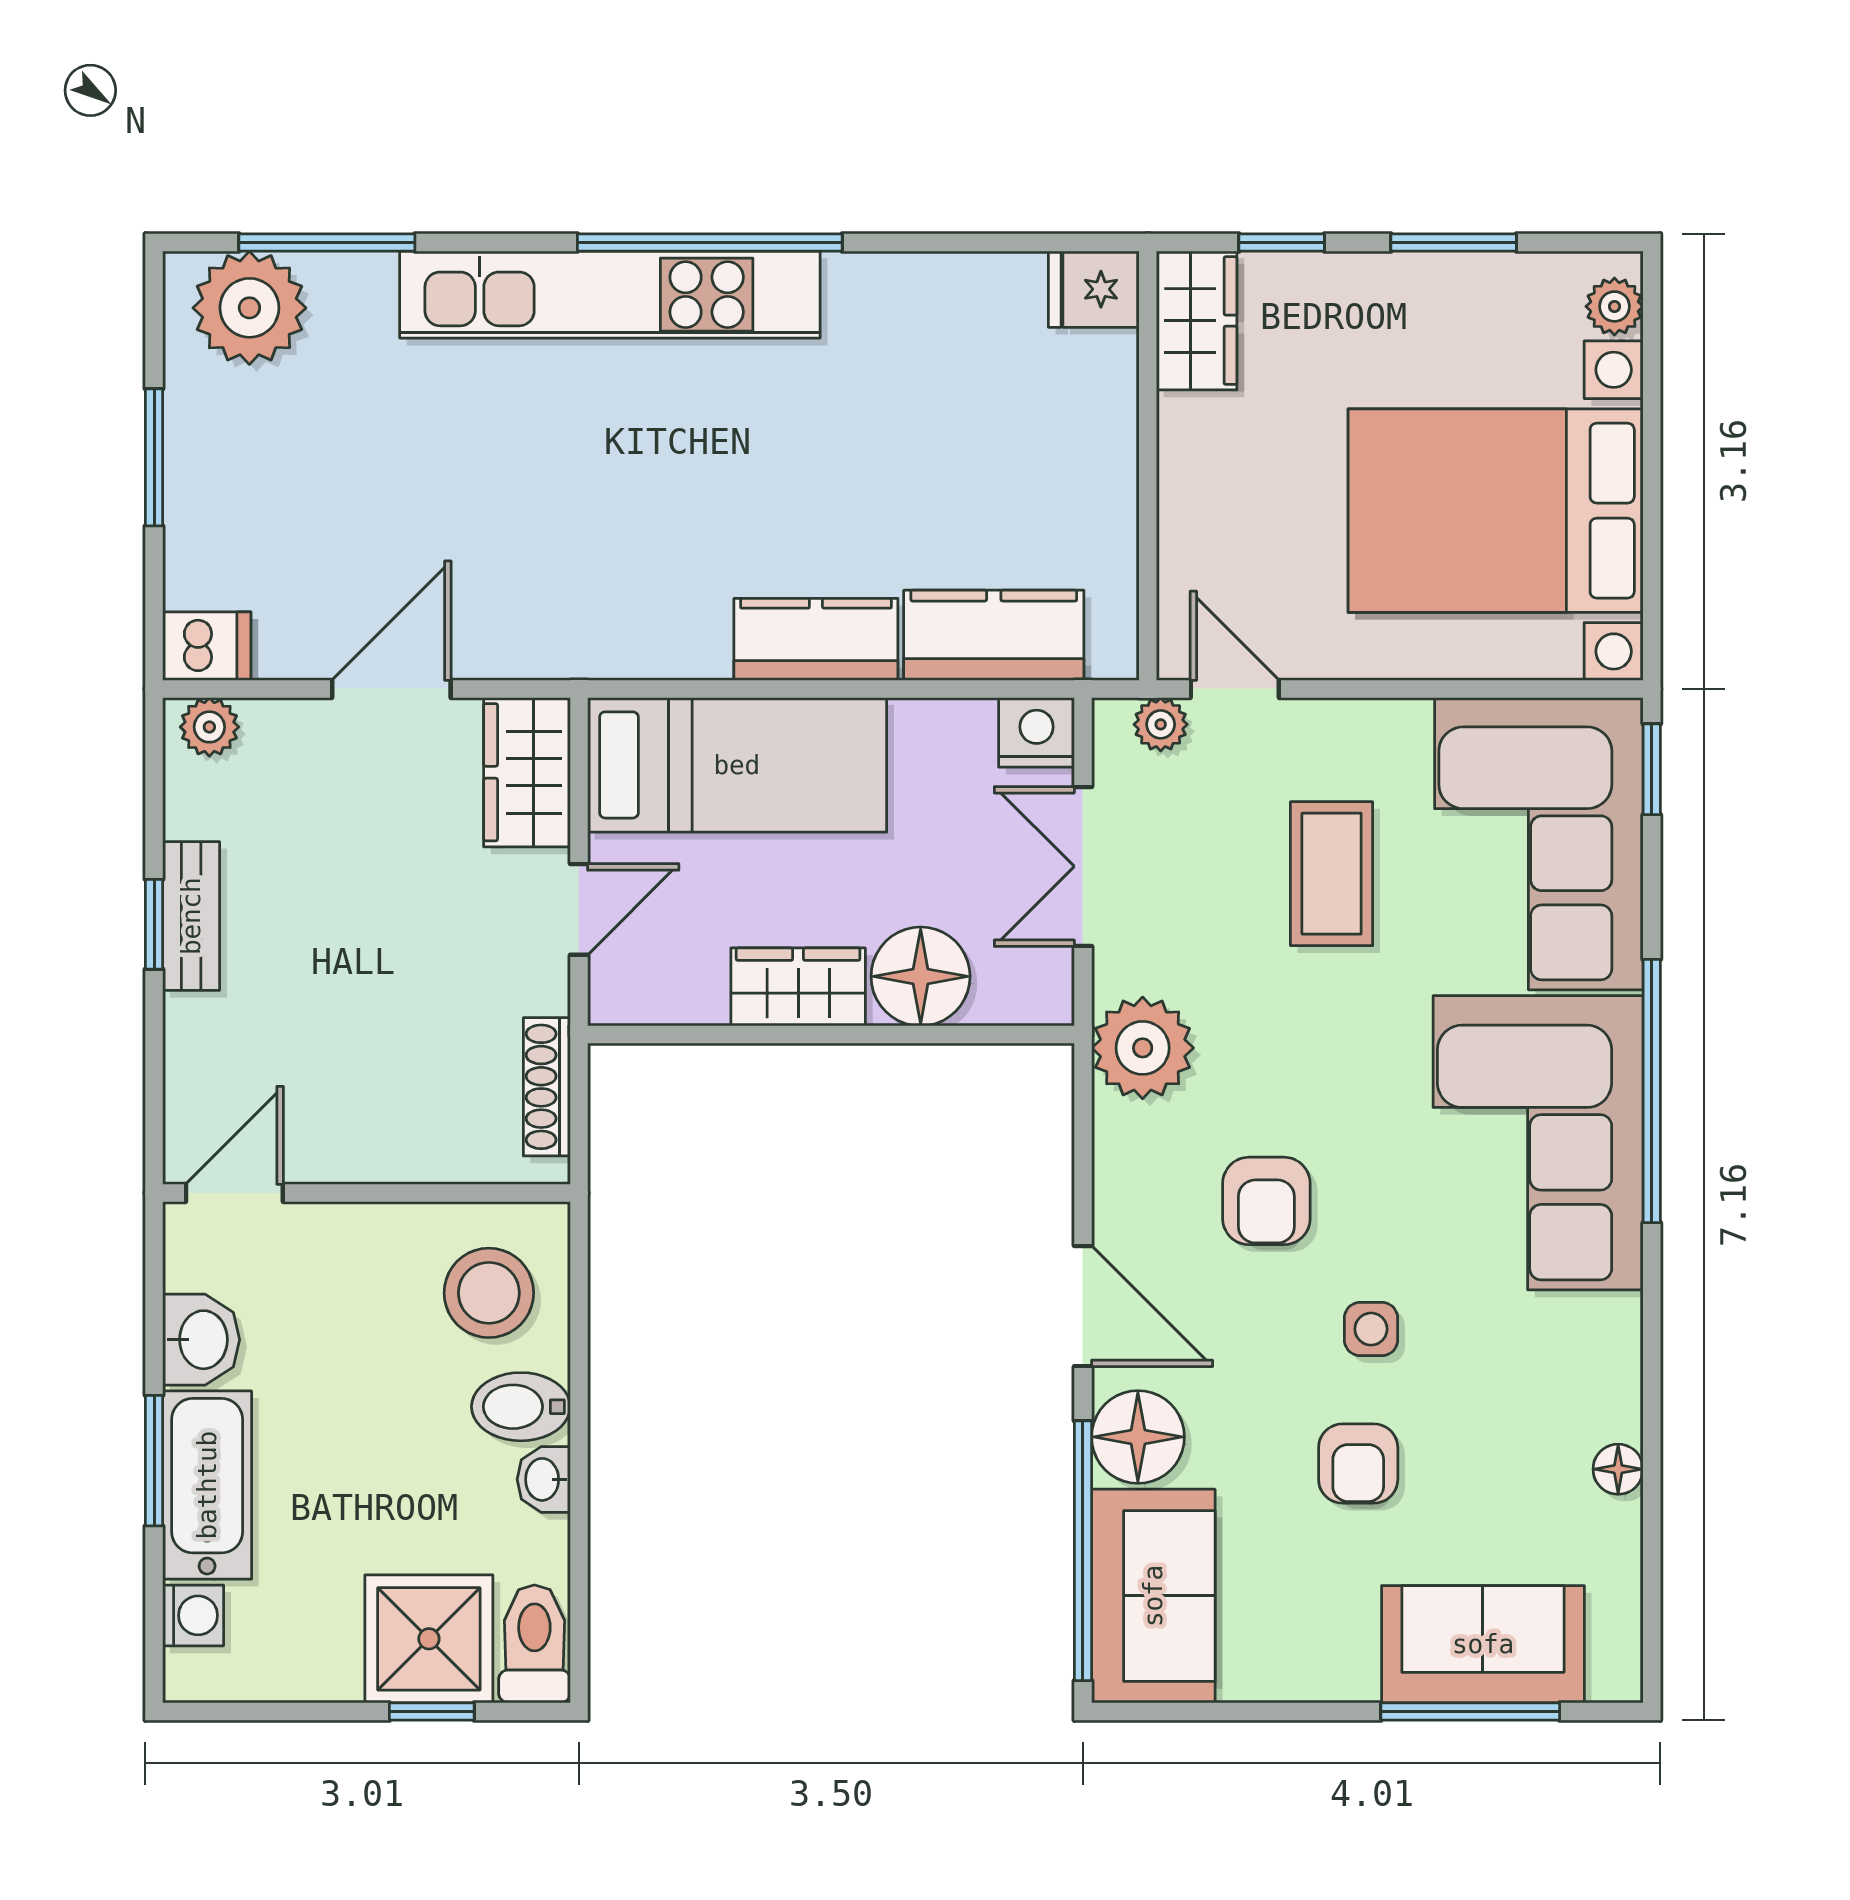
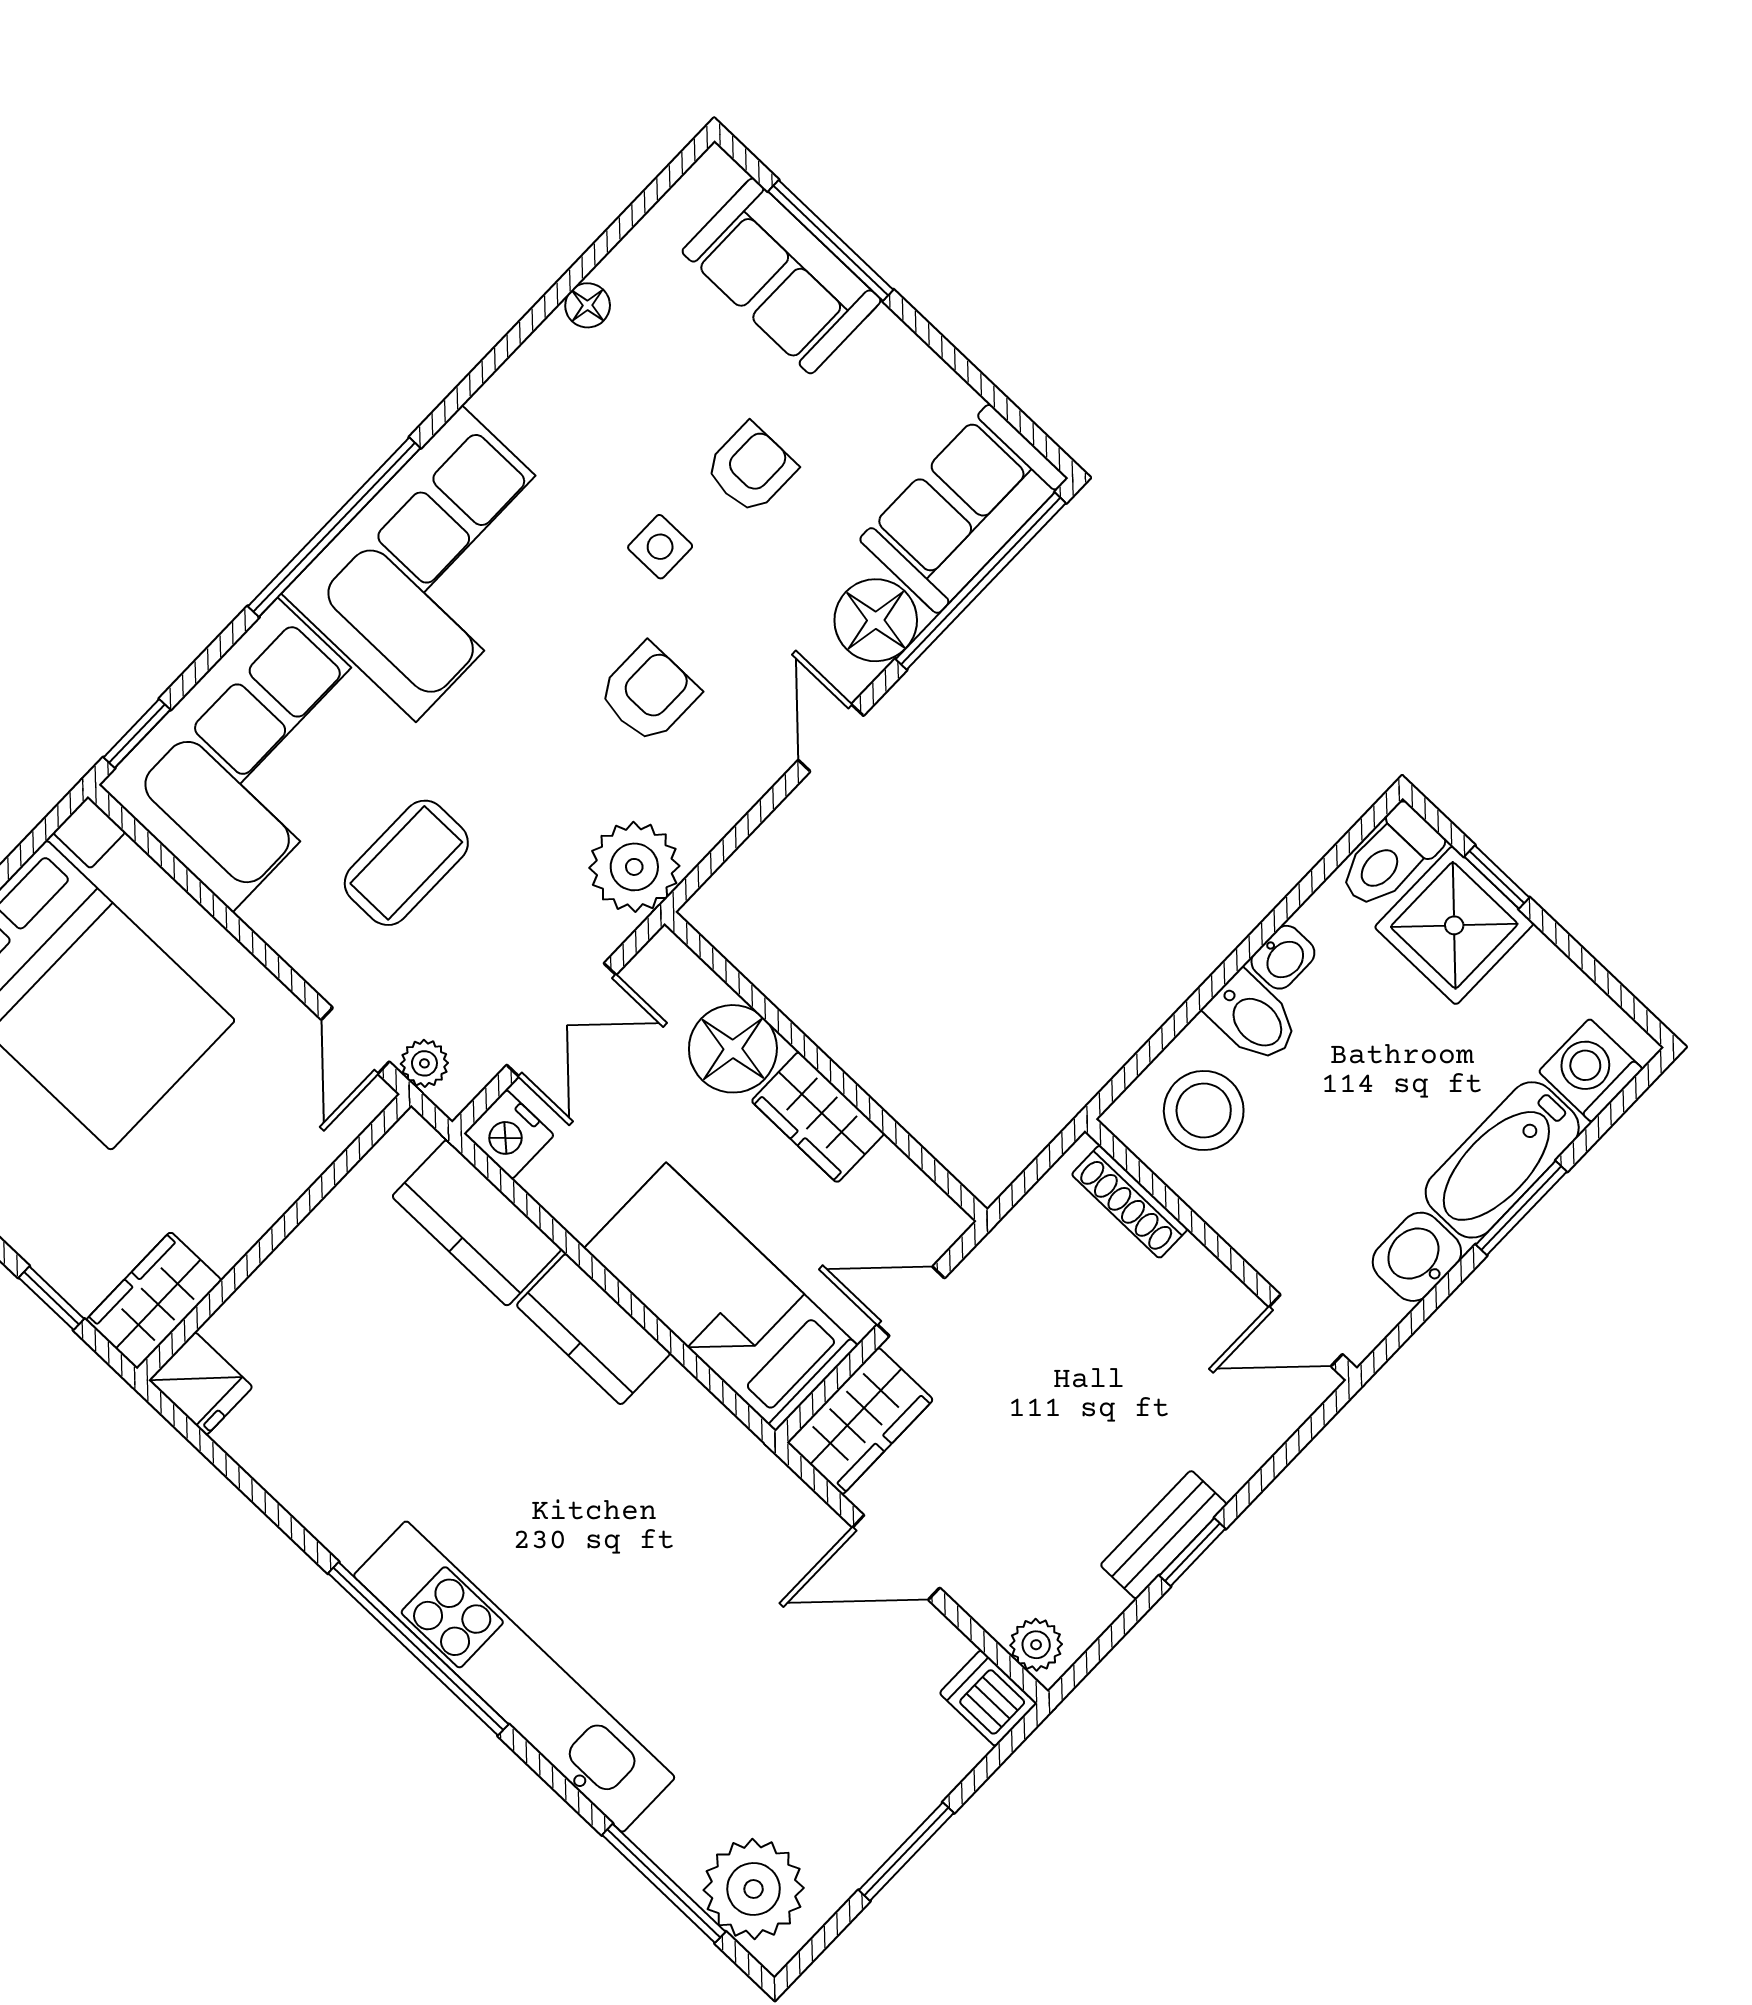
shoe rack: (547, 1087) -> (1130, 1202), moved, turned 90
door: (1083, 1306) -> (831, 738), width x0.73
washing machine: (193, 1615) -> (1591, 1070), width x1.38, depth x1.38

